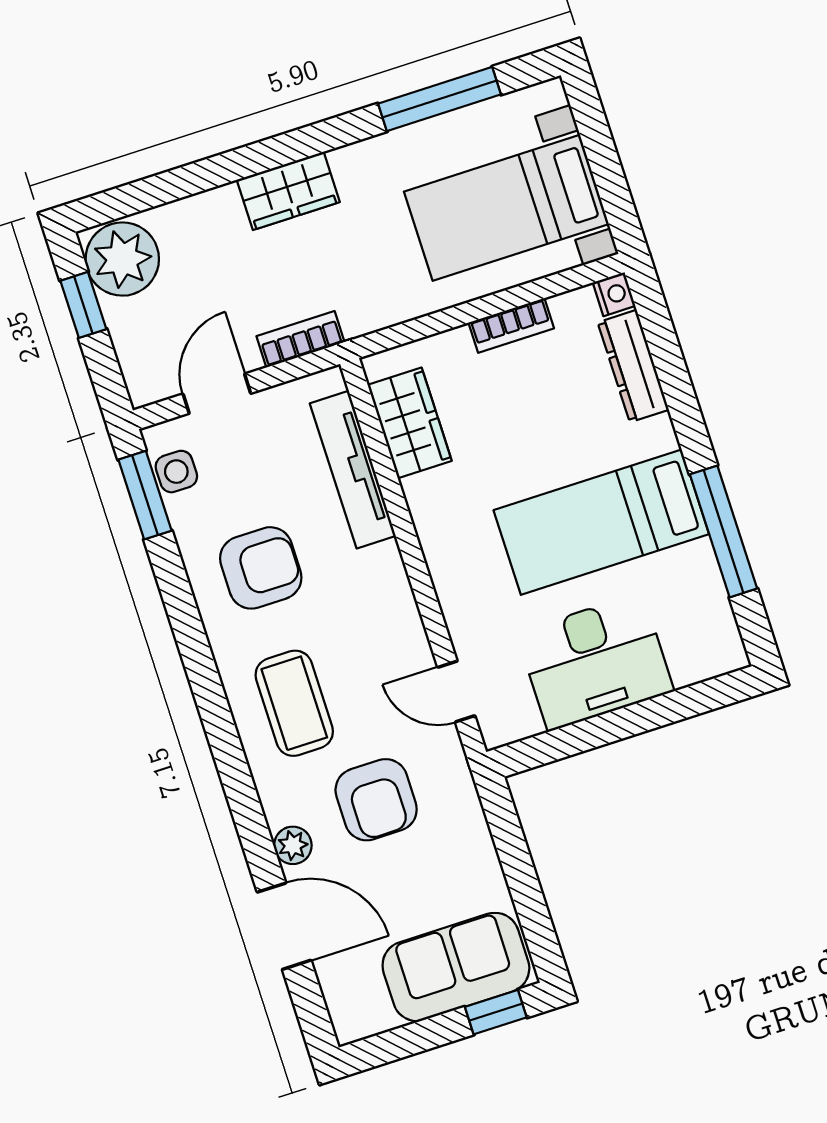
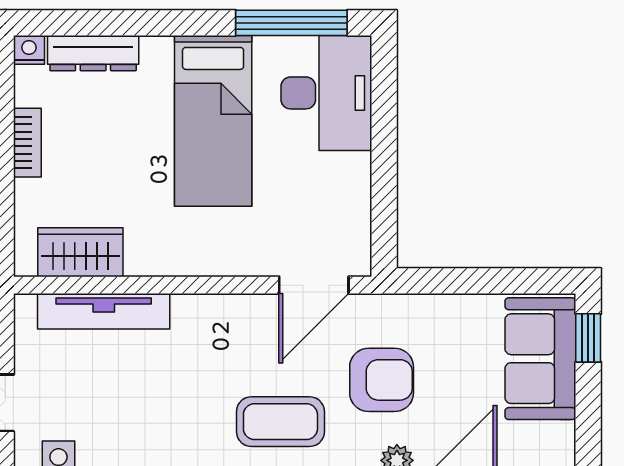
window: (723, 531) -> (291, 23), moved
armchair: (261, 568) -> (160, 413), removed
desk: (595, 662) -> (326, 93), moved
door: (456, 691) -> (314, 285), width x1.38

